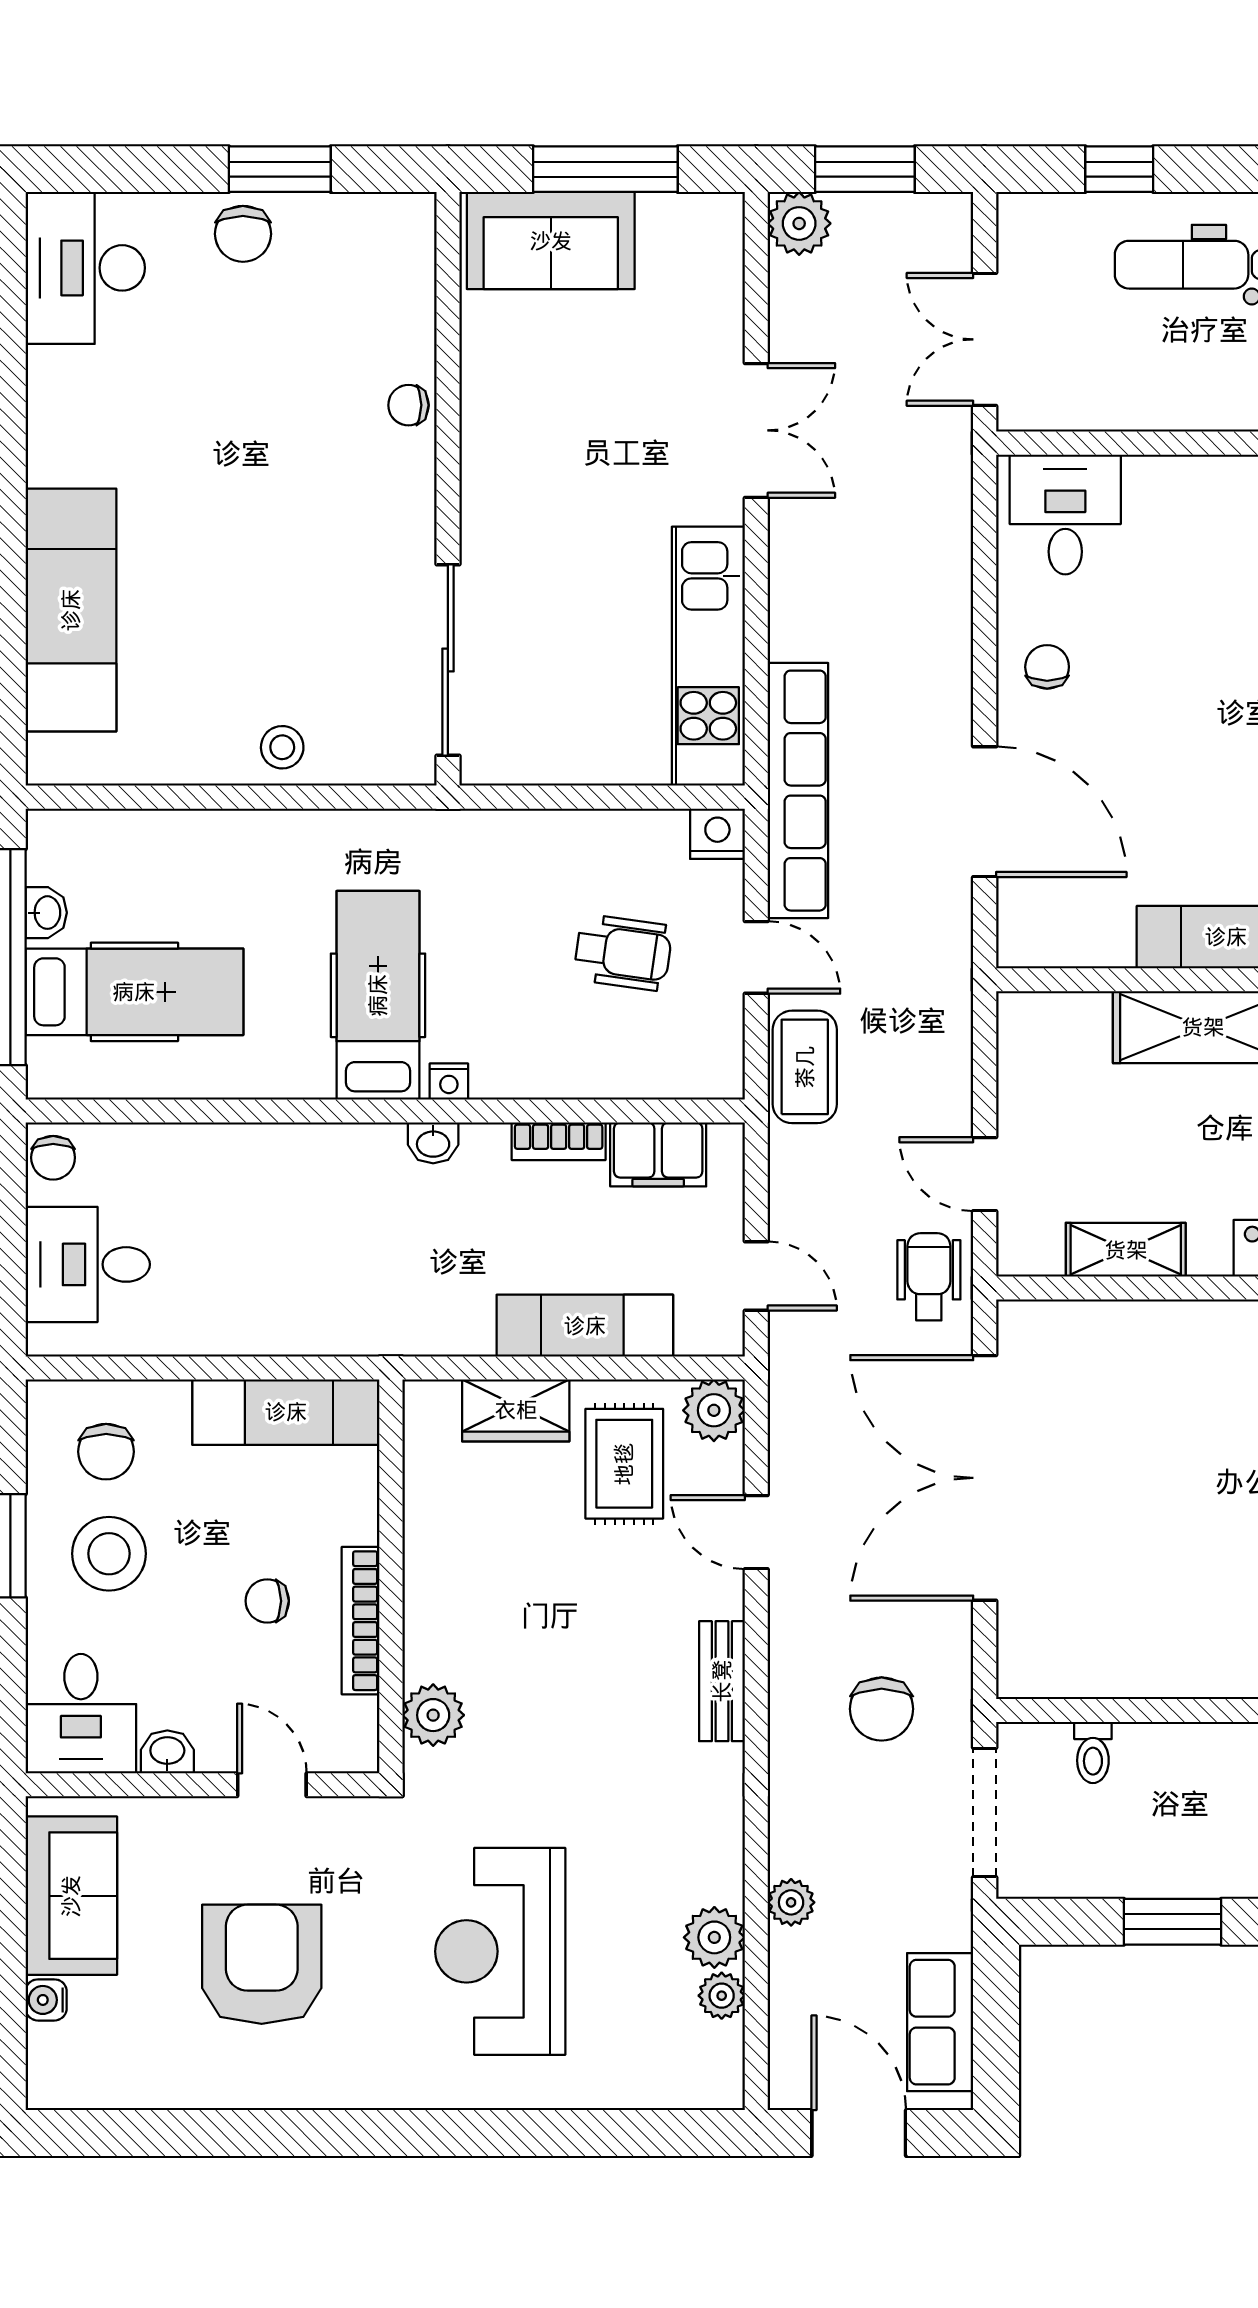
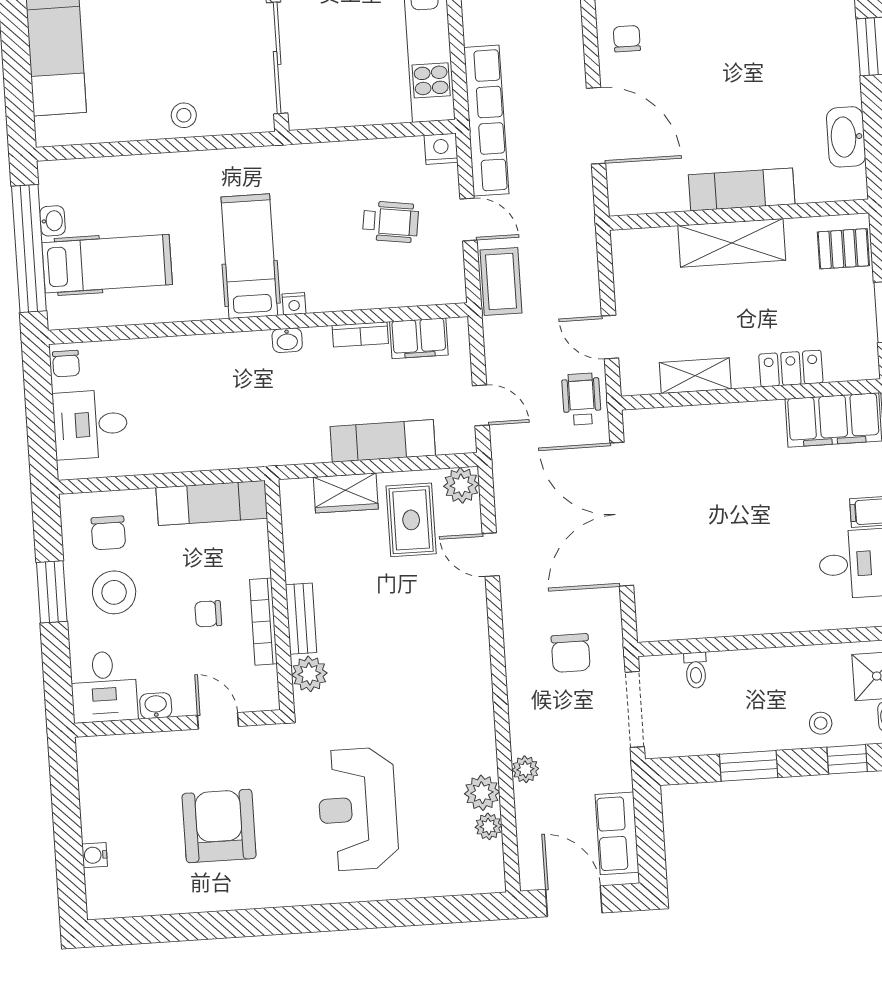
bench: (722, 1681) -> (301, 619), moved
sofa: (71, 1896) -> (105, 793), removed

